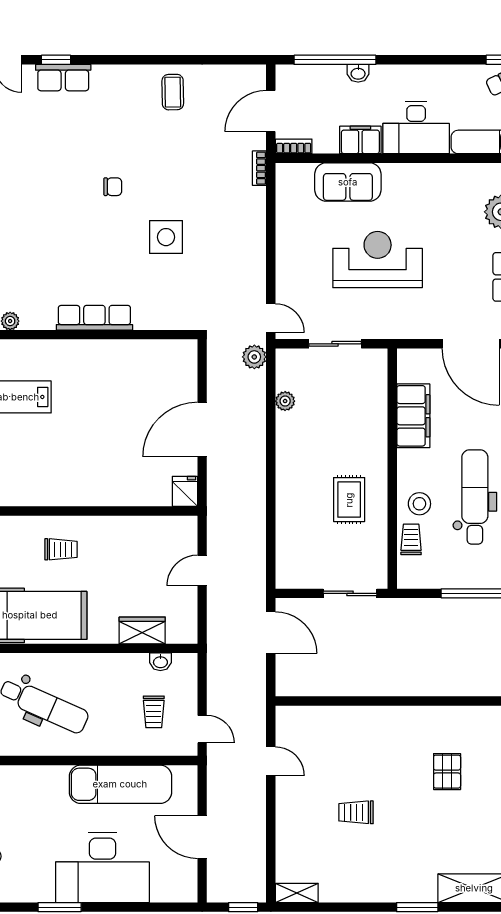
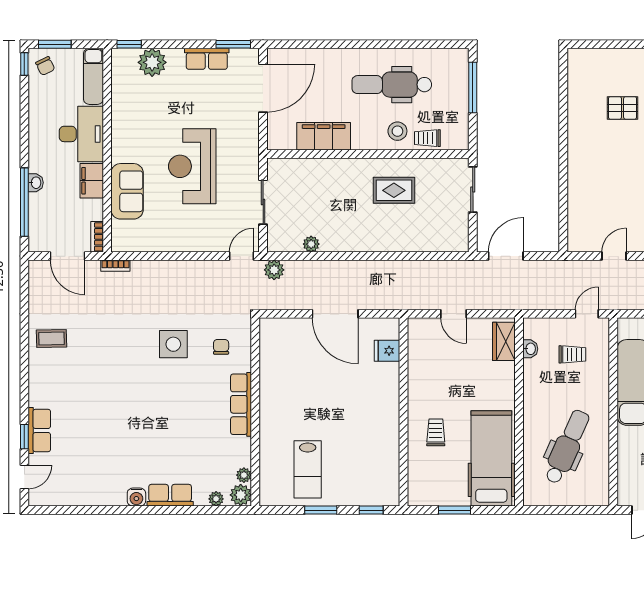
chair: (113, 187) -> (221, 347), moved
fridge: (185, 491) -> (387, 351), moved
wardrobe: (142, 630) -> (504, 341), moved

